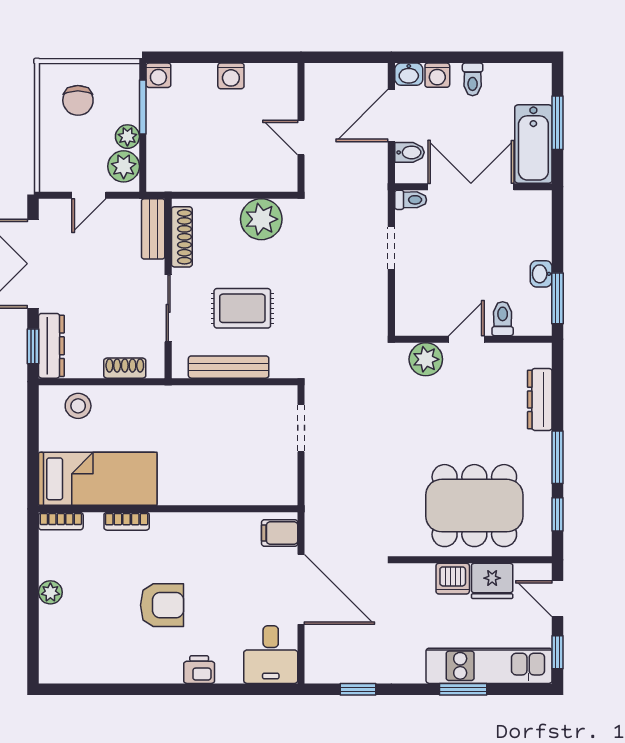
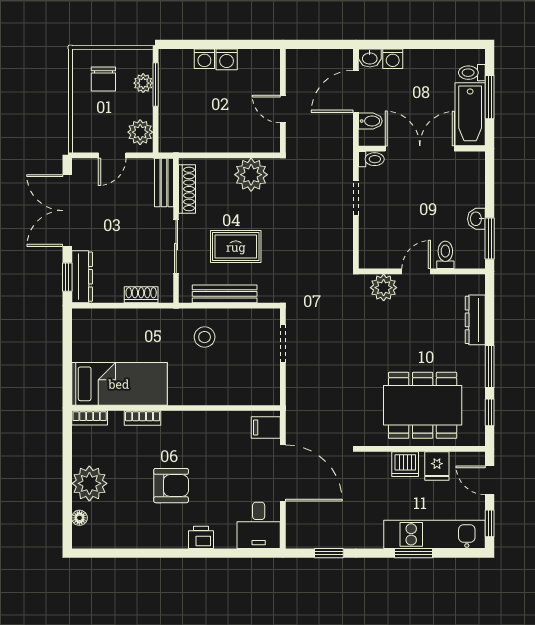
washing machine: (158, 75) -> (204, 59), moved
toilet: (473, 79) -> (472, 73), moved, turned 90
plant: (127, 137) -> (143, 83), moved
stool: (78, 406) -> (205, 337), moved
fridge: (492, 581) -> (437, 466), width x0.72
plant: (50, 592) -> (89, 483), width x1.88, depth x1.88
floor lamp: (48, 645) -> (79, 518), added

